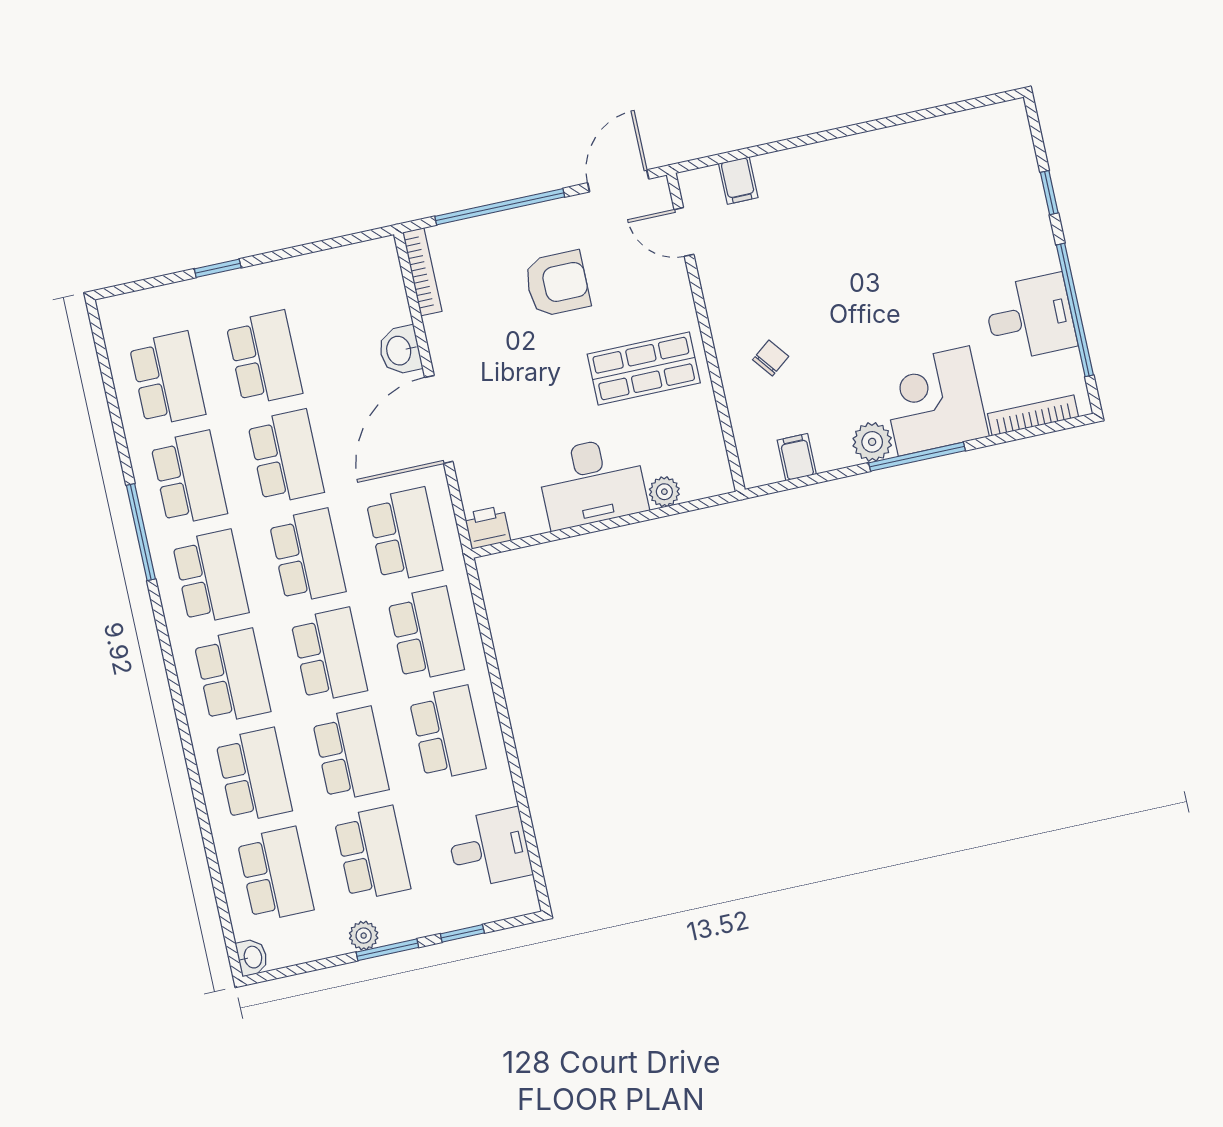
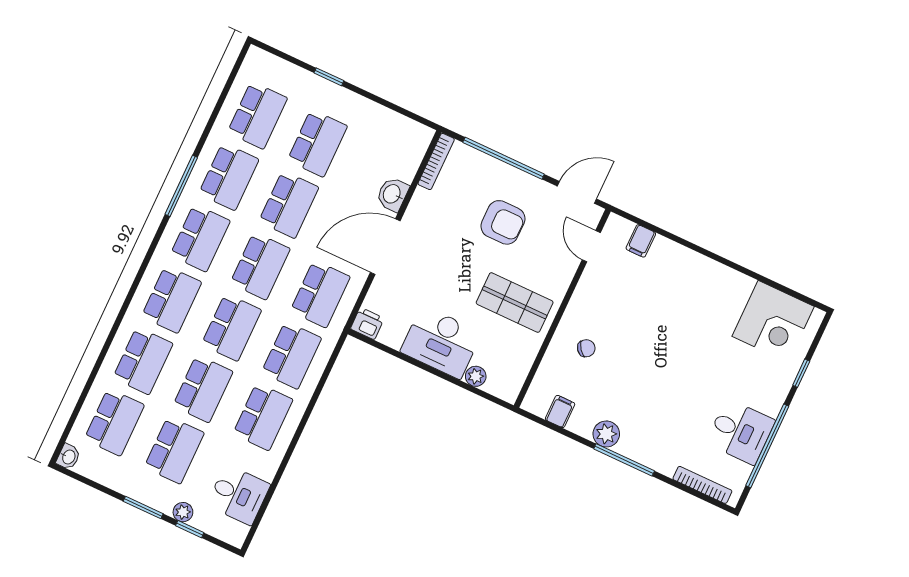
corner desk: (934, 401) -> (773, 321), moved, turned 180
plant: (364, 936) -> (183, 512), moved

